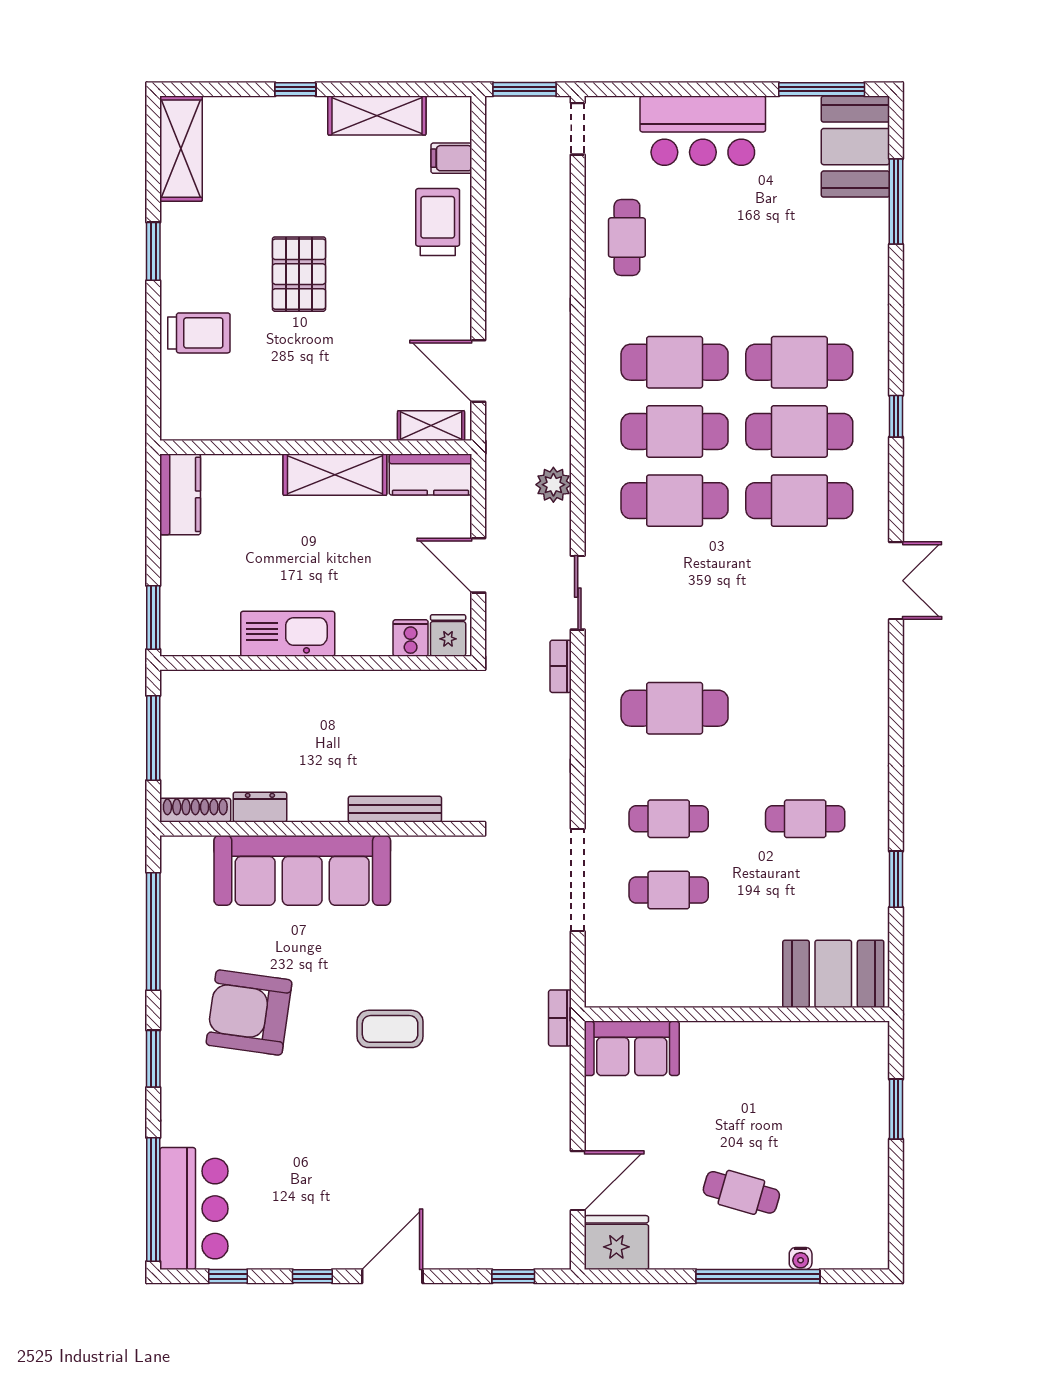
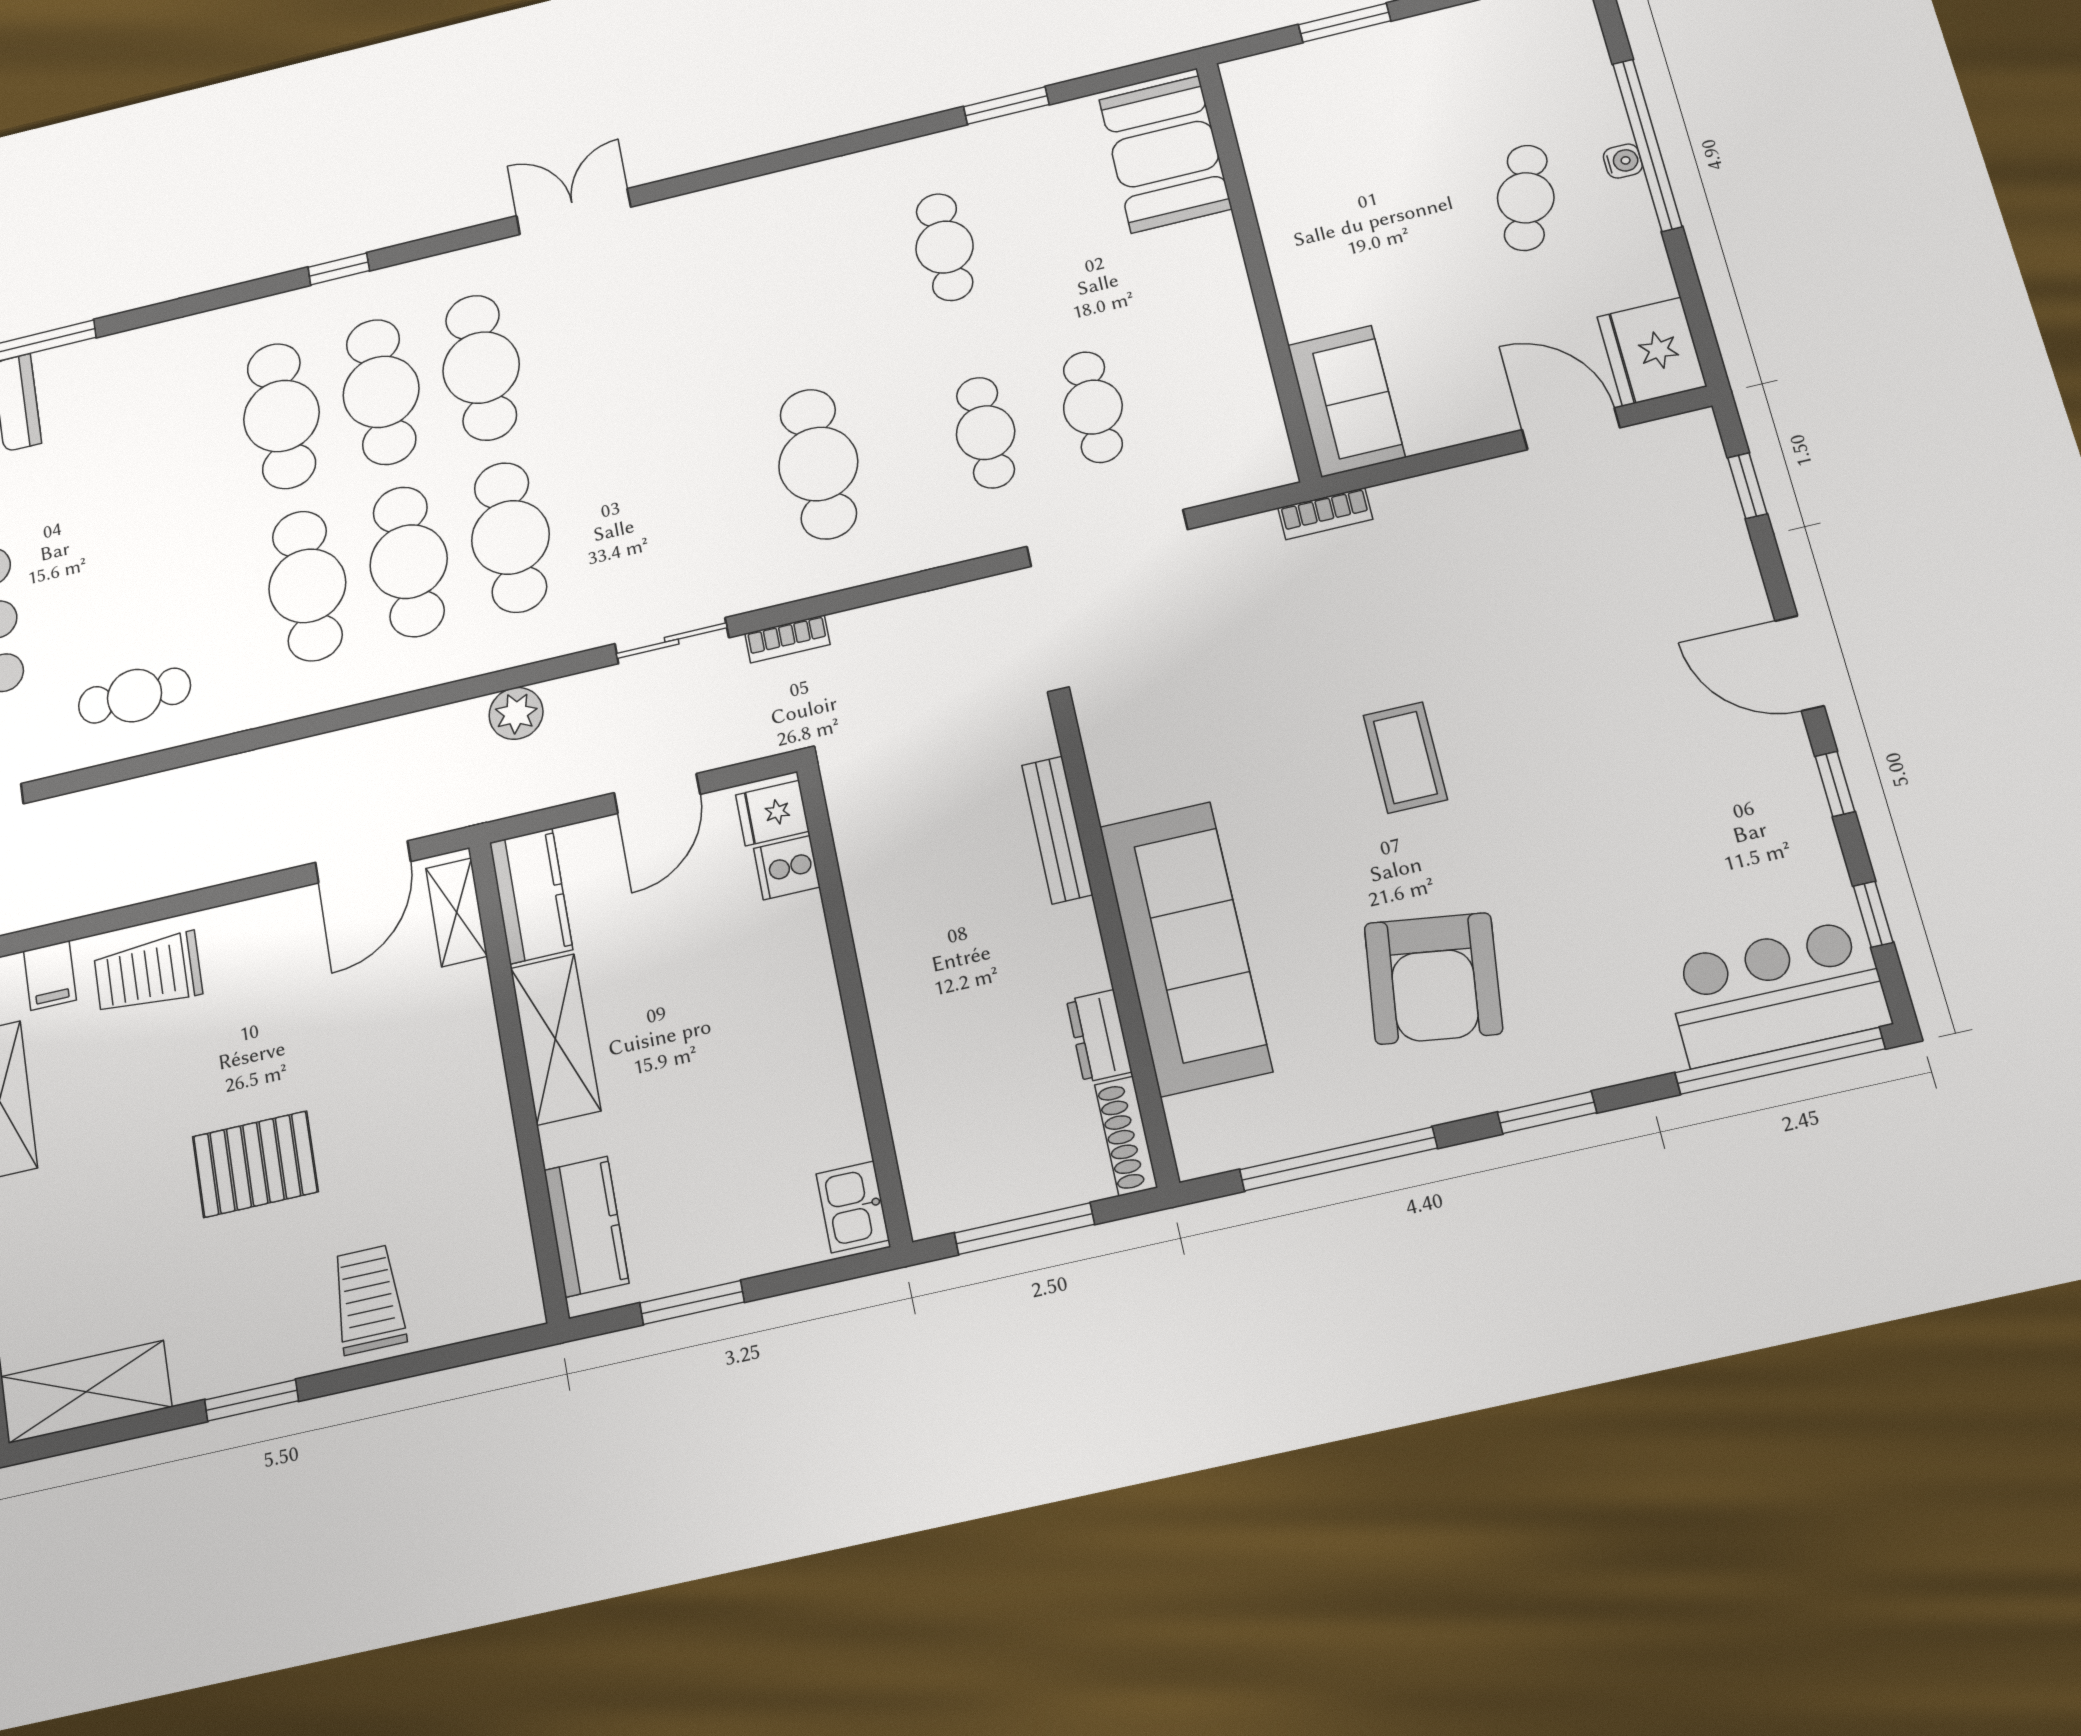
kitchen counter: (180, 494) -> (586, 1227), moved, turned 90
window: (153, 617) -> (692, 1303), moved
kitchen sink: (288, 634) -> (853, 1207), moved, width x0.53, depth x0.81
water cooler: (801, 1258) -> (1623, 161), moved

